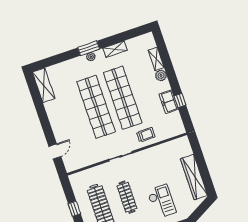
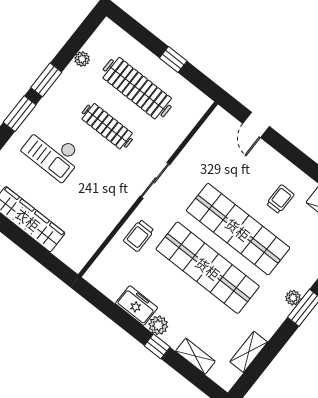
shelving: (115, 49) -> (249, 352), moved
plant: (161, 75) -> (158, 325), moved
window: (180, 100) -> (157, 346), moved
trolley: (66, 108) -> (280, 199), added

